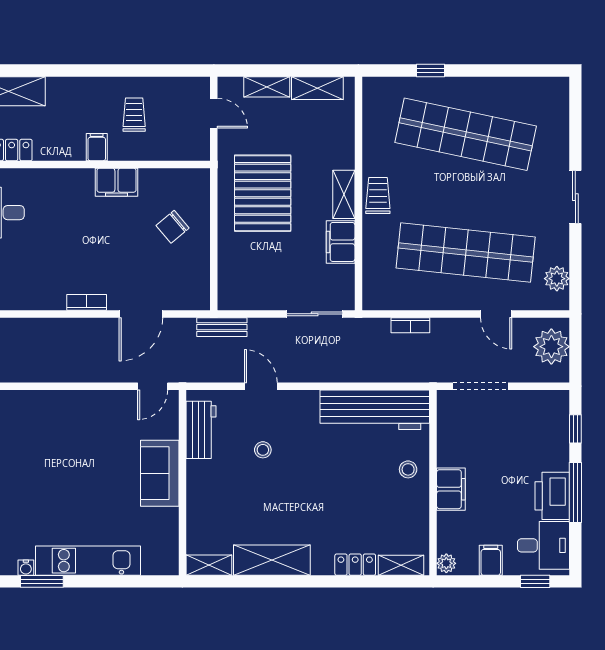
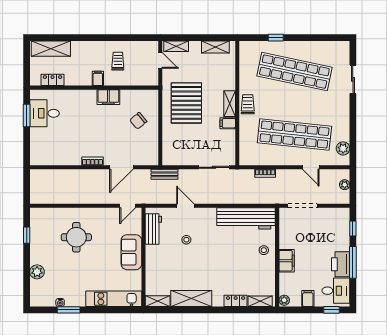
shelving: (267, 87) -> (176, 46), moved
sliding door: (575, 197) -> (353, 79), moved
filing cabinet: (341, 242) -> (228, 123), width x0.50
plant: (551, 347) -> (345, 185), width x0.53, depth x0.53
round table: (56, 445) -> (76, 237), added
kitchen unit: (88, 561) -> (114, 299), moved

